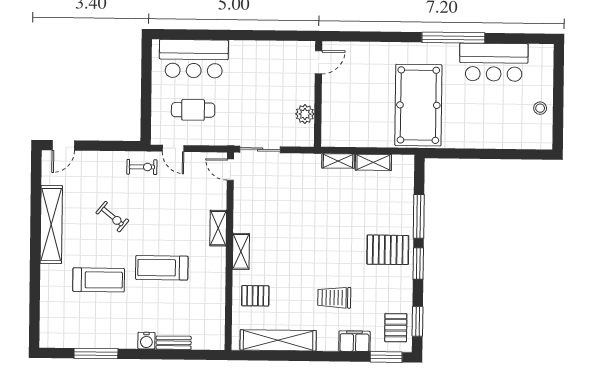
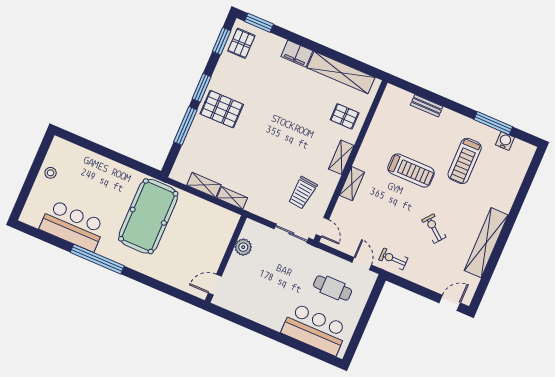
treadmill: (99, 280) -> (465, 161), moved, turned -90
trolley: (334, 298) -> (303, 193), moved, turned 96
water cooler: (146, 341) -> (505, 141), moved
filing cabinet: (354, 341) -> (297, 54), moved

